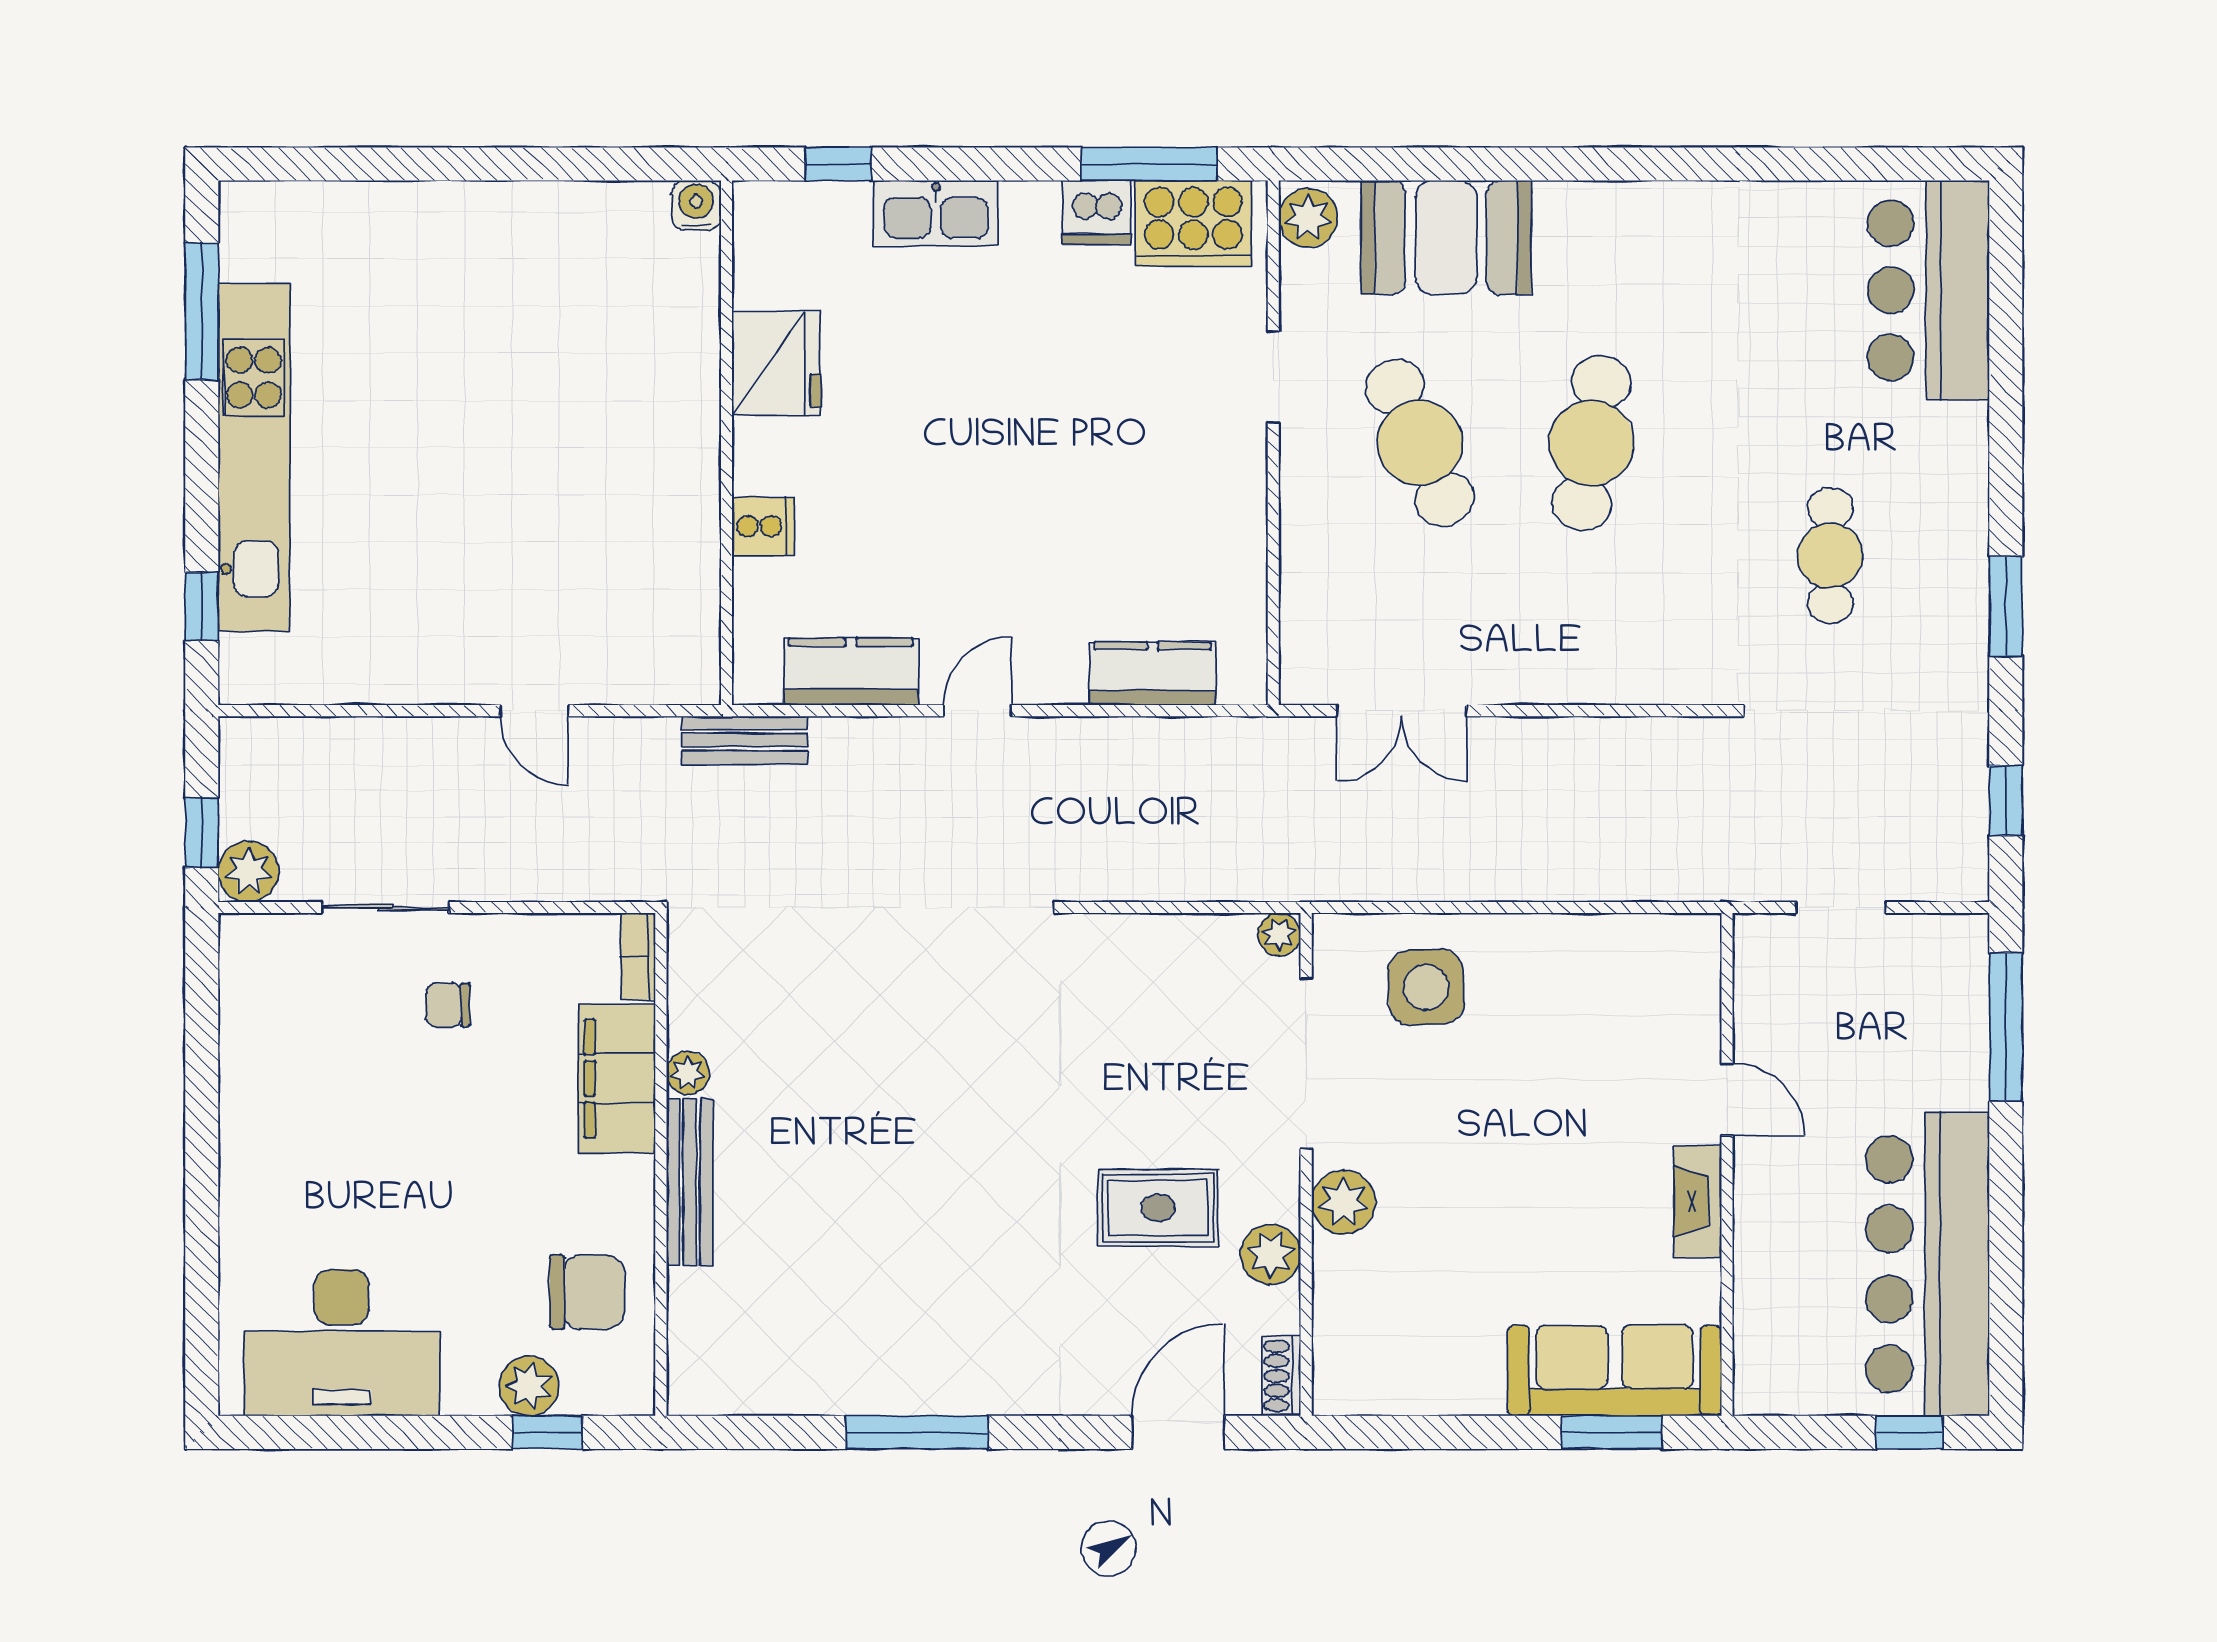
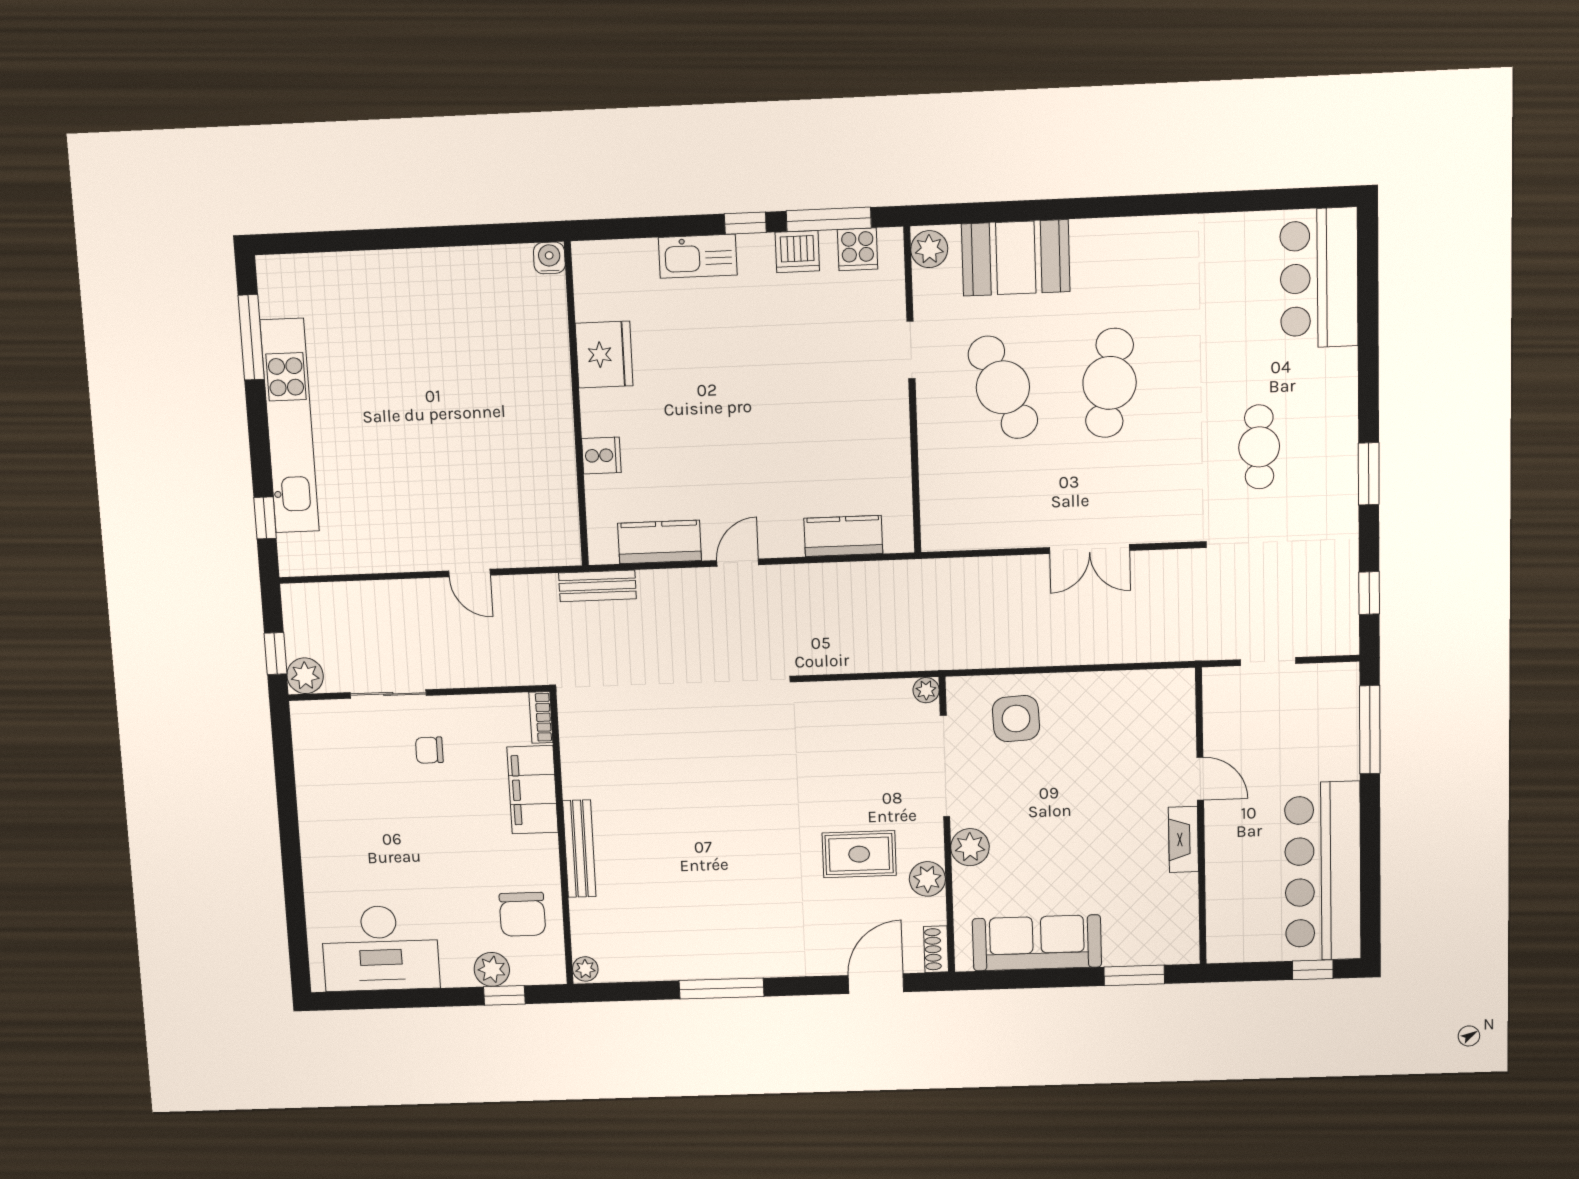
window: (838, 164) -> (745, 223), moved
cooker: (1193, 223) -> (858, 249), width x0.53, depth x0.76
double door: (1401, 711) -> (1089, 549), moved
plant: (688, 1073) -> (585, 969), moved
chair: (587, 1292) -> (522, 914), turned 90
sofa: (1615, 1371) -> (1037, 943), moved

